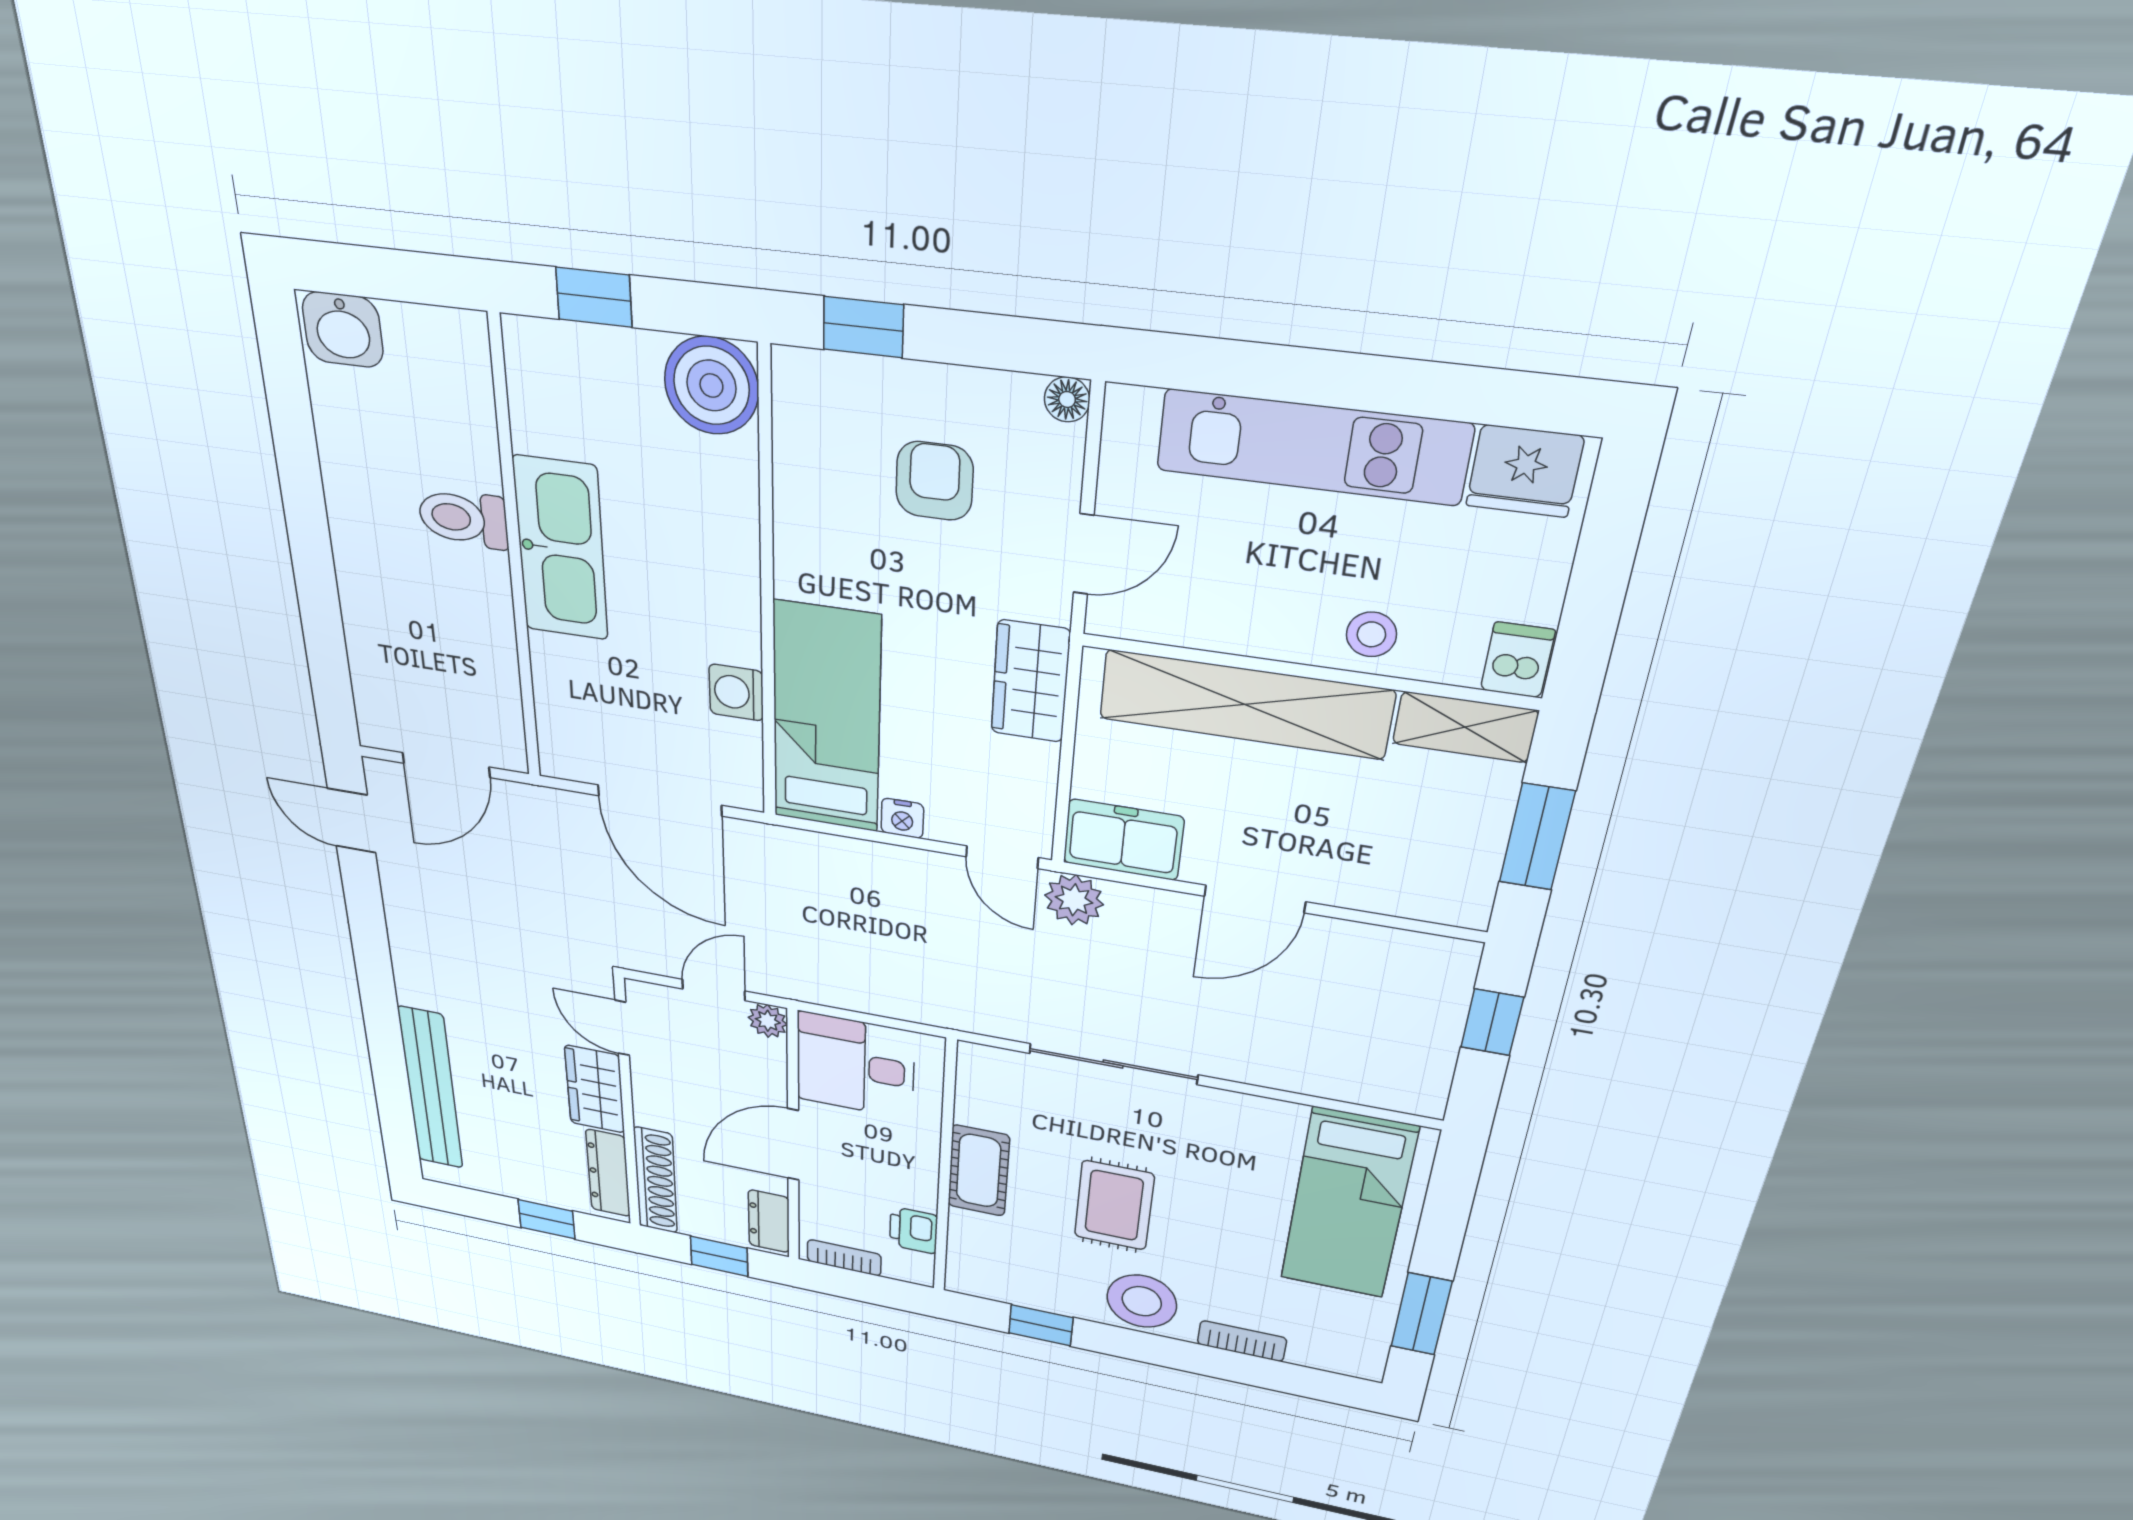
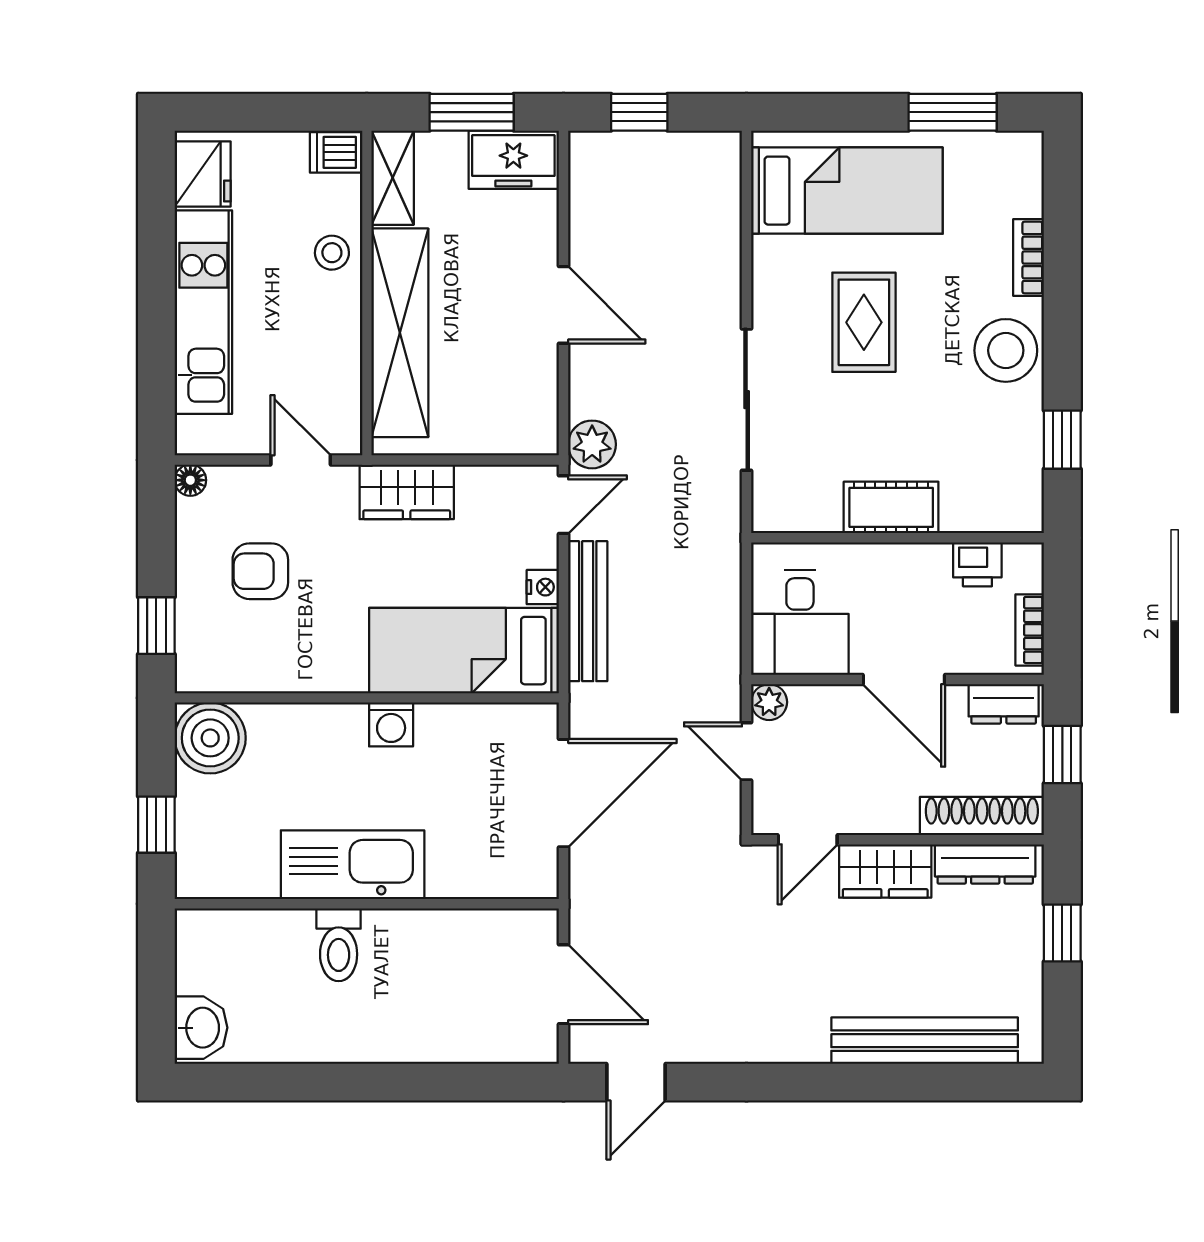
washing machine: (736, 692) -> (391, 724), moved
freezer: (1123, 840) -> (513, 160), moved, turned -90
bench: (872, 861) -> (588, 611), added
rug: (1114, 1205) -> (864, 322), moved, turned 90

